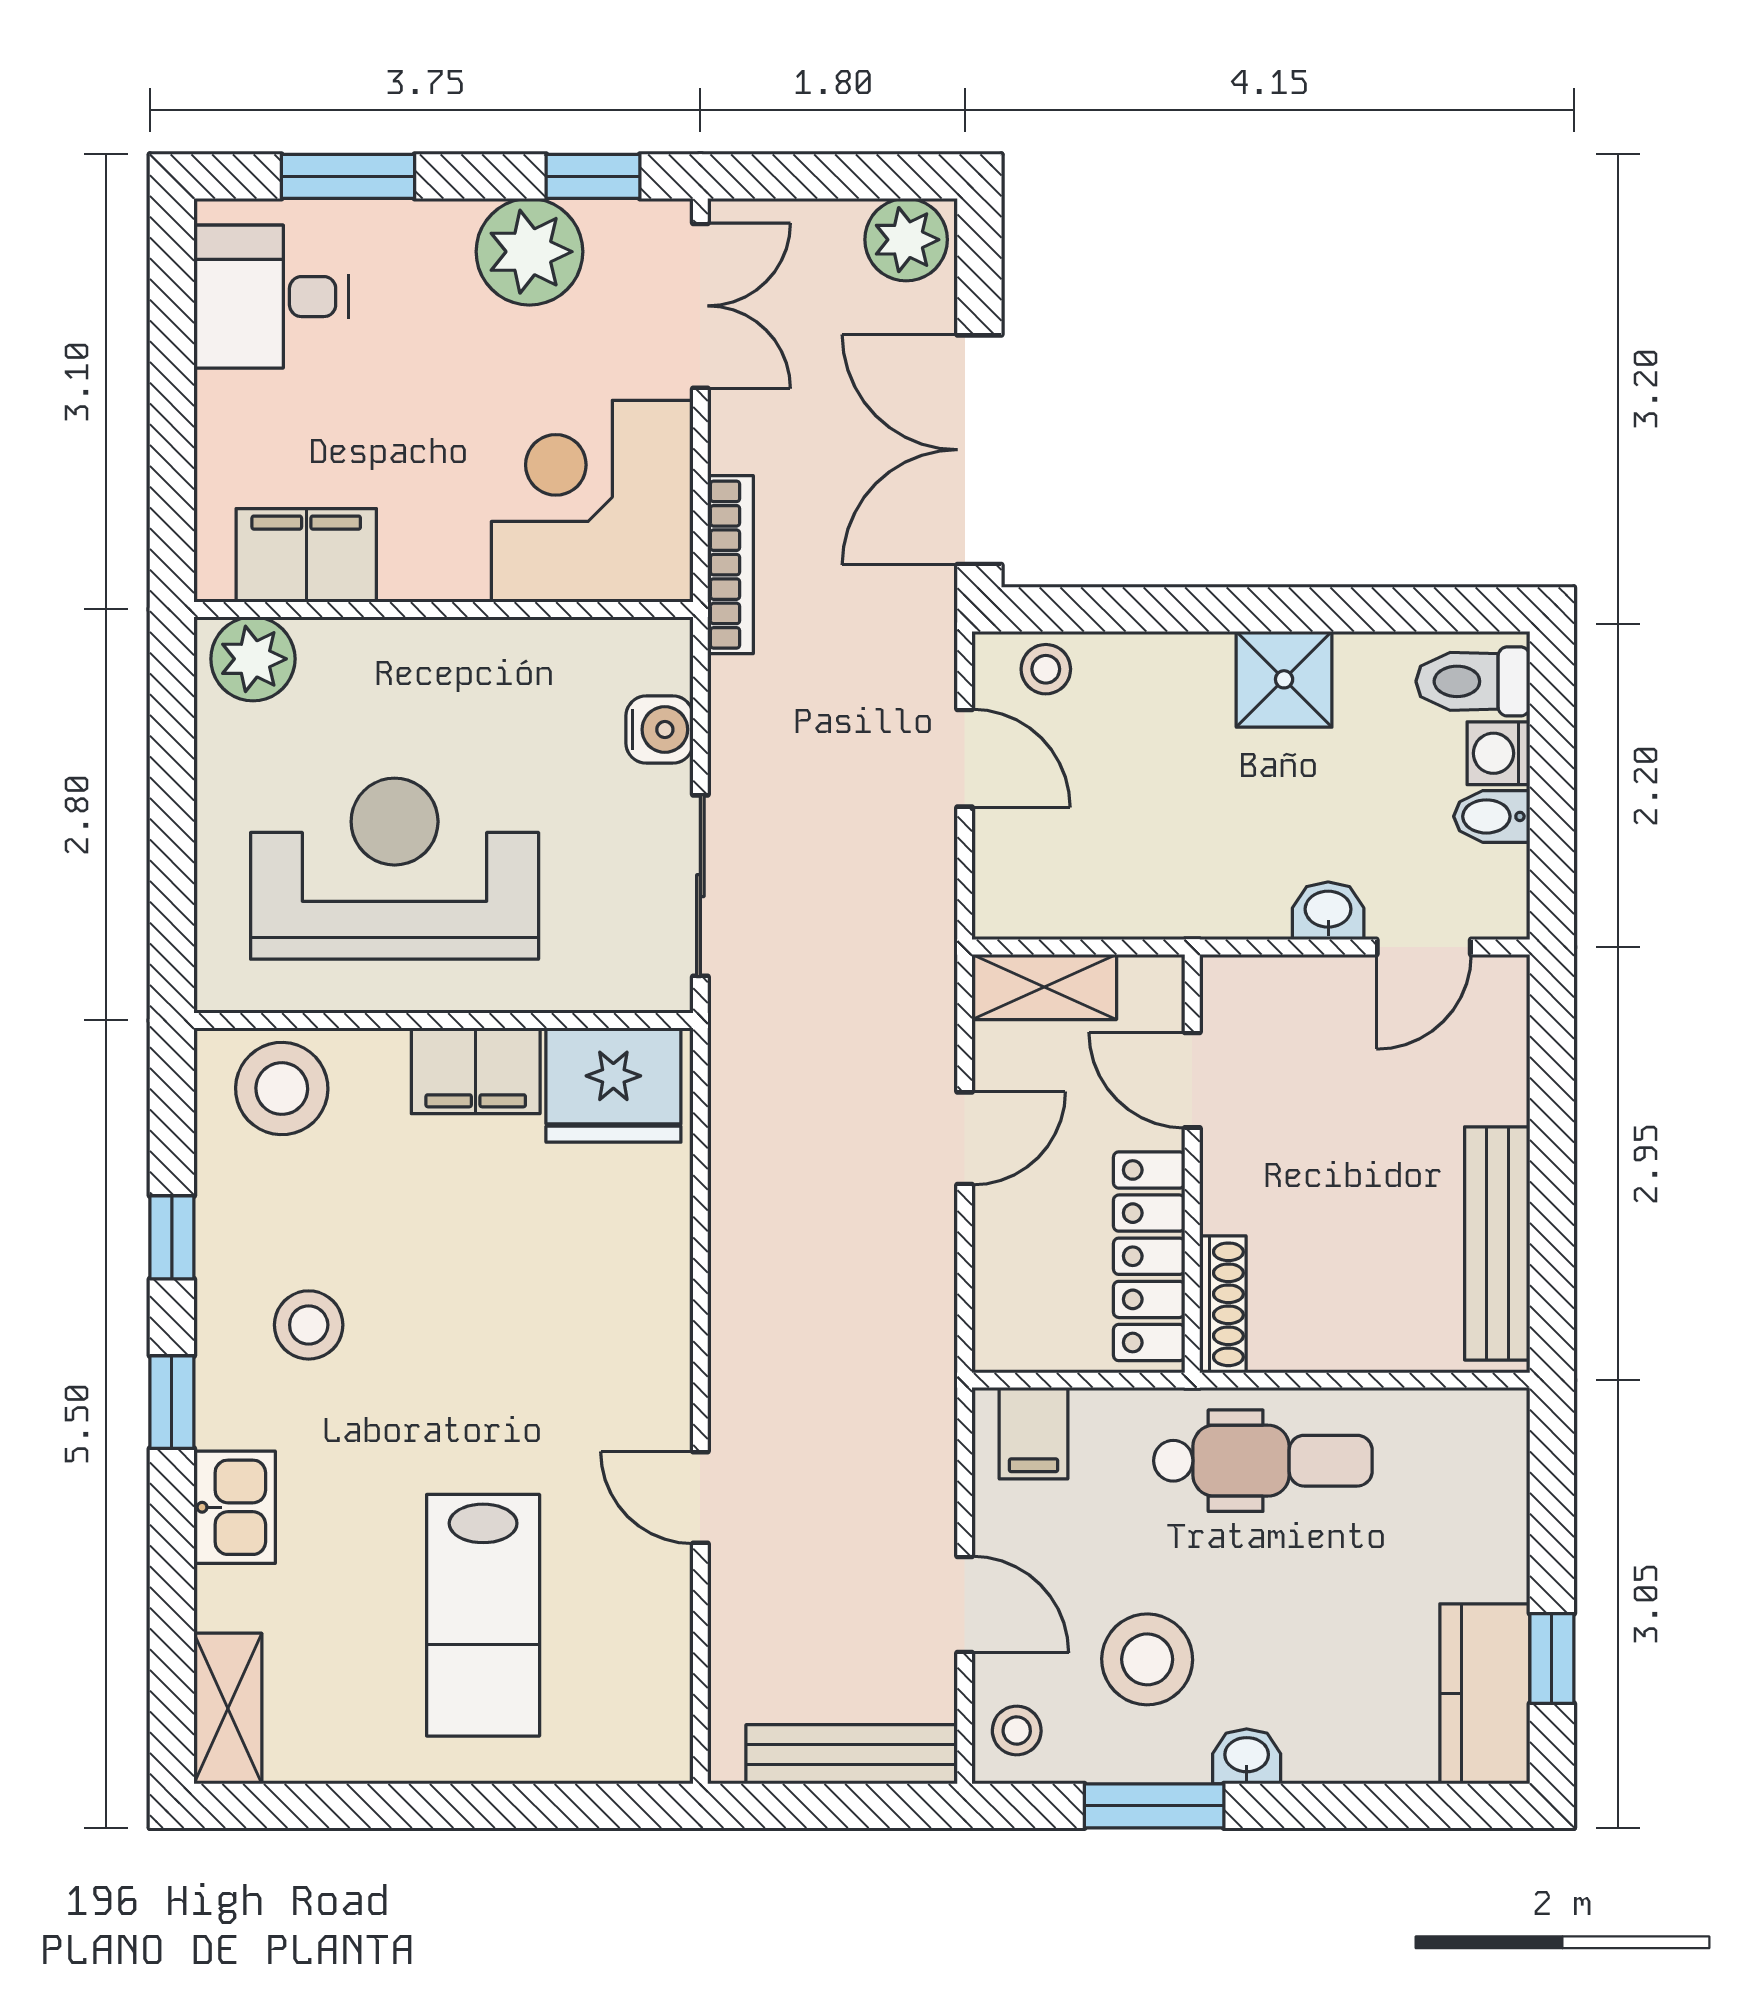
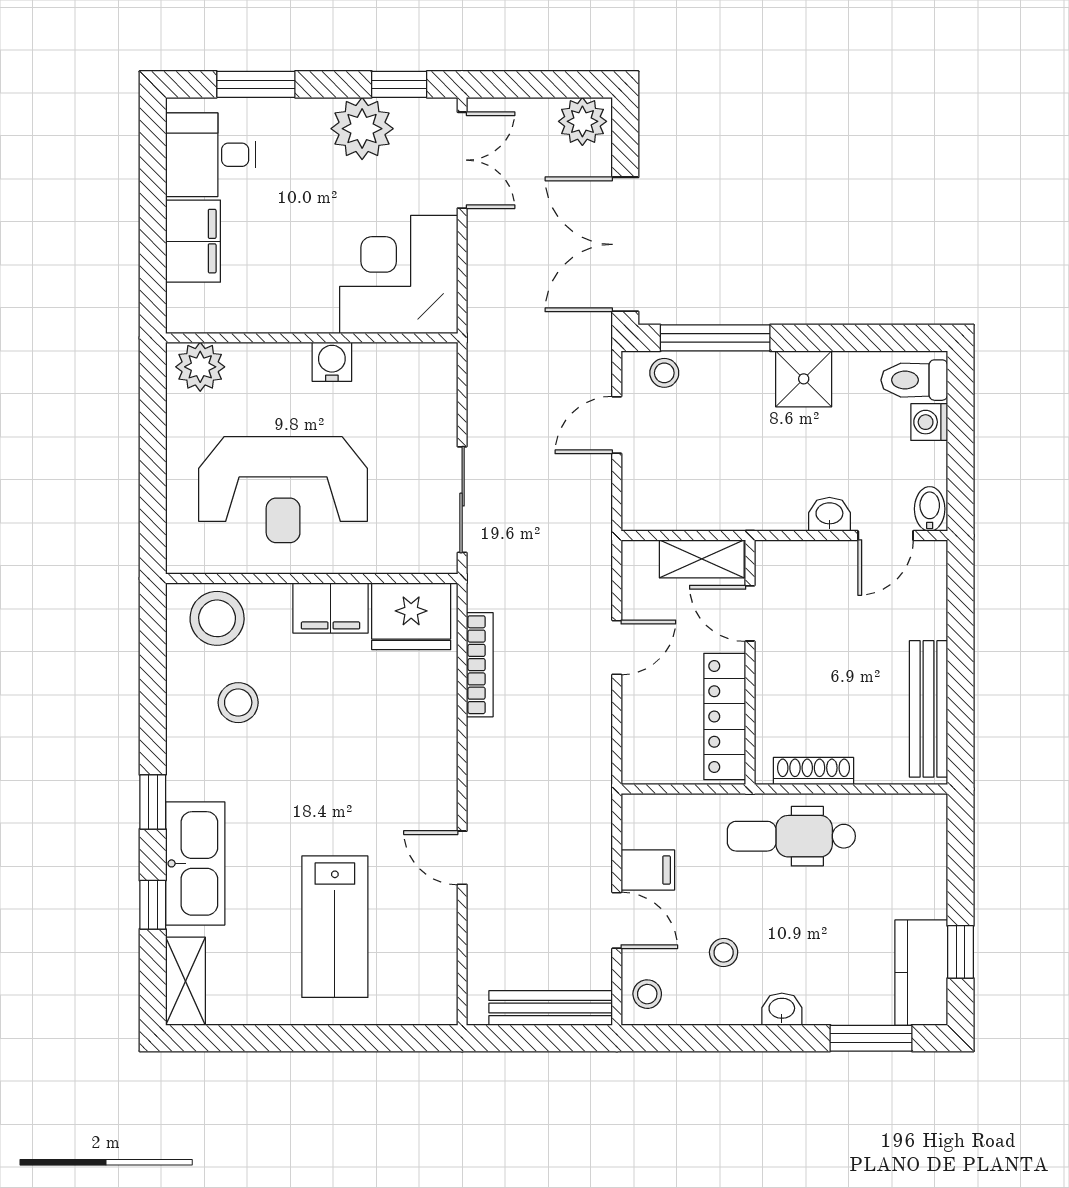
filing cabinet: (306, 555) -> (193, 241), moved, turned 90
bookcase: (731, 565) -> (480, 665), moved
window: (1133, 609) -> (715, 338), added
water cooler: (660, 730) -> (332, 362), moved, turned -90
door: (965, 758) -> (617, 425), swing flipped
bidet: (1492, 816) -> (930, 509), moved, turned 90
reception desk: (395, 869) -> (283, 490), turned 180
shelving: (1044, 987) -> (702, 559), moved
window: (172, 1237) -> (153, 905), moved
shoe rack: (1223, 1304) -> (813, 771), moved, turned -90
stool: (309, 1325) -> (238, 703), moved
filing cabinet: (1033, 1433) -> (648, 870), moved, turned -90
dental chair: (1263, 1461) -> (791, 836), turned 180
kitchen sink: (235, 1507) -> (195, 863), width x1.87, depth x1.24
stool: (1147, 1659) -> (724, 952), width x0.53, depth x0.53
window: (1154, 1806) -> (871, 1038), moved

